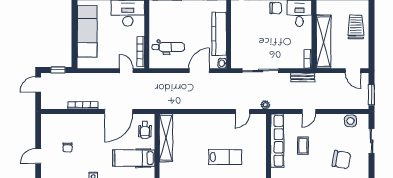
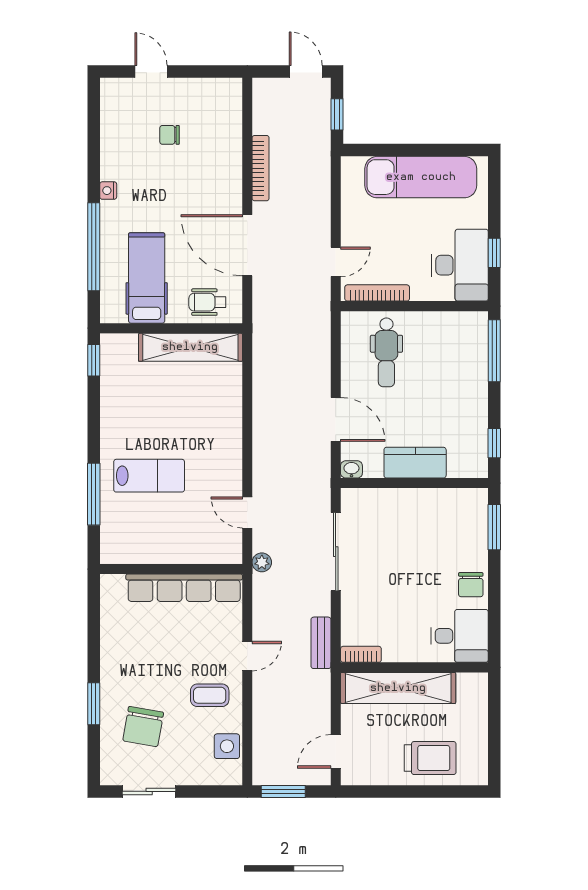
kitchen counter: (219, 34) -> (415, 463), width x0.67
door: (309, 111) -> (247, 656), swing flipped
sliding door: (371, 141) -> (149, 791), moved
coffee table: (303, 146) -> (210, 695), moved
lab bench: (225, 157) -> (149, 476), turned -90

